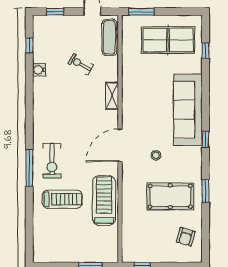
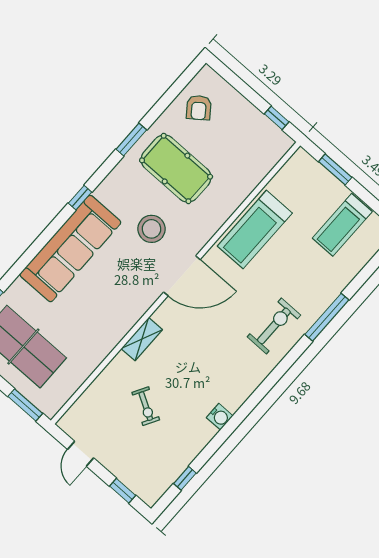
exercise mat: (109, 37) -> (87, 408), removed
water cooler: (39, 70) -> (220, 417), moved
stool: (156, 155) -> (152, 229), width x1.89, depth x1.89
window: (29, 168) -> (327, 317), moved
treadmill: (62, 199) -> (342, 225), moved, turned -90
armchair: (186, 237) -> (199, 108), turned 127

